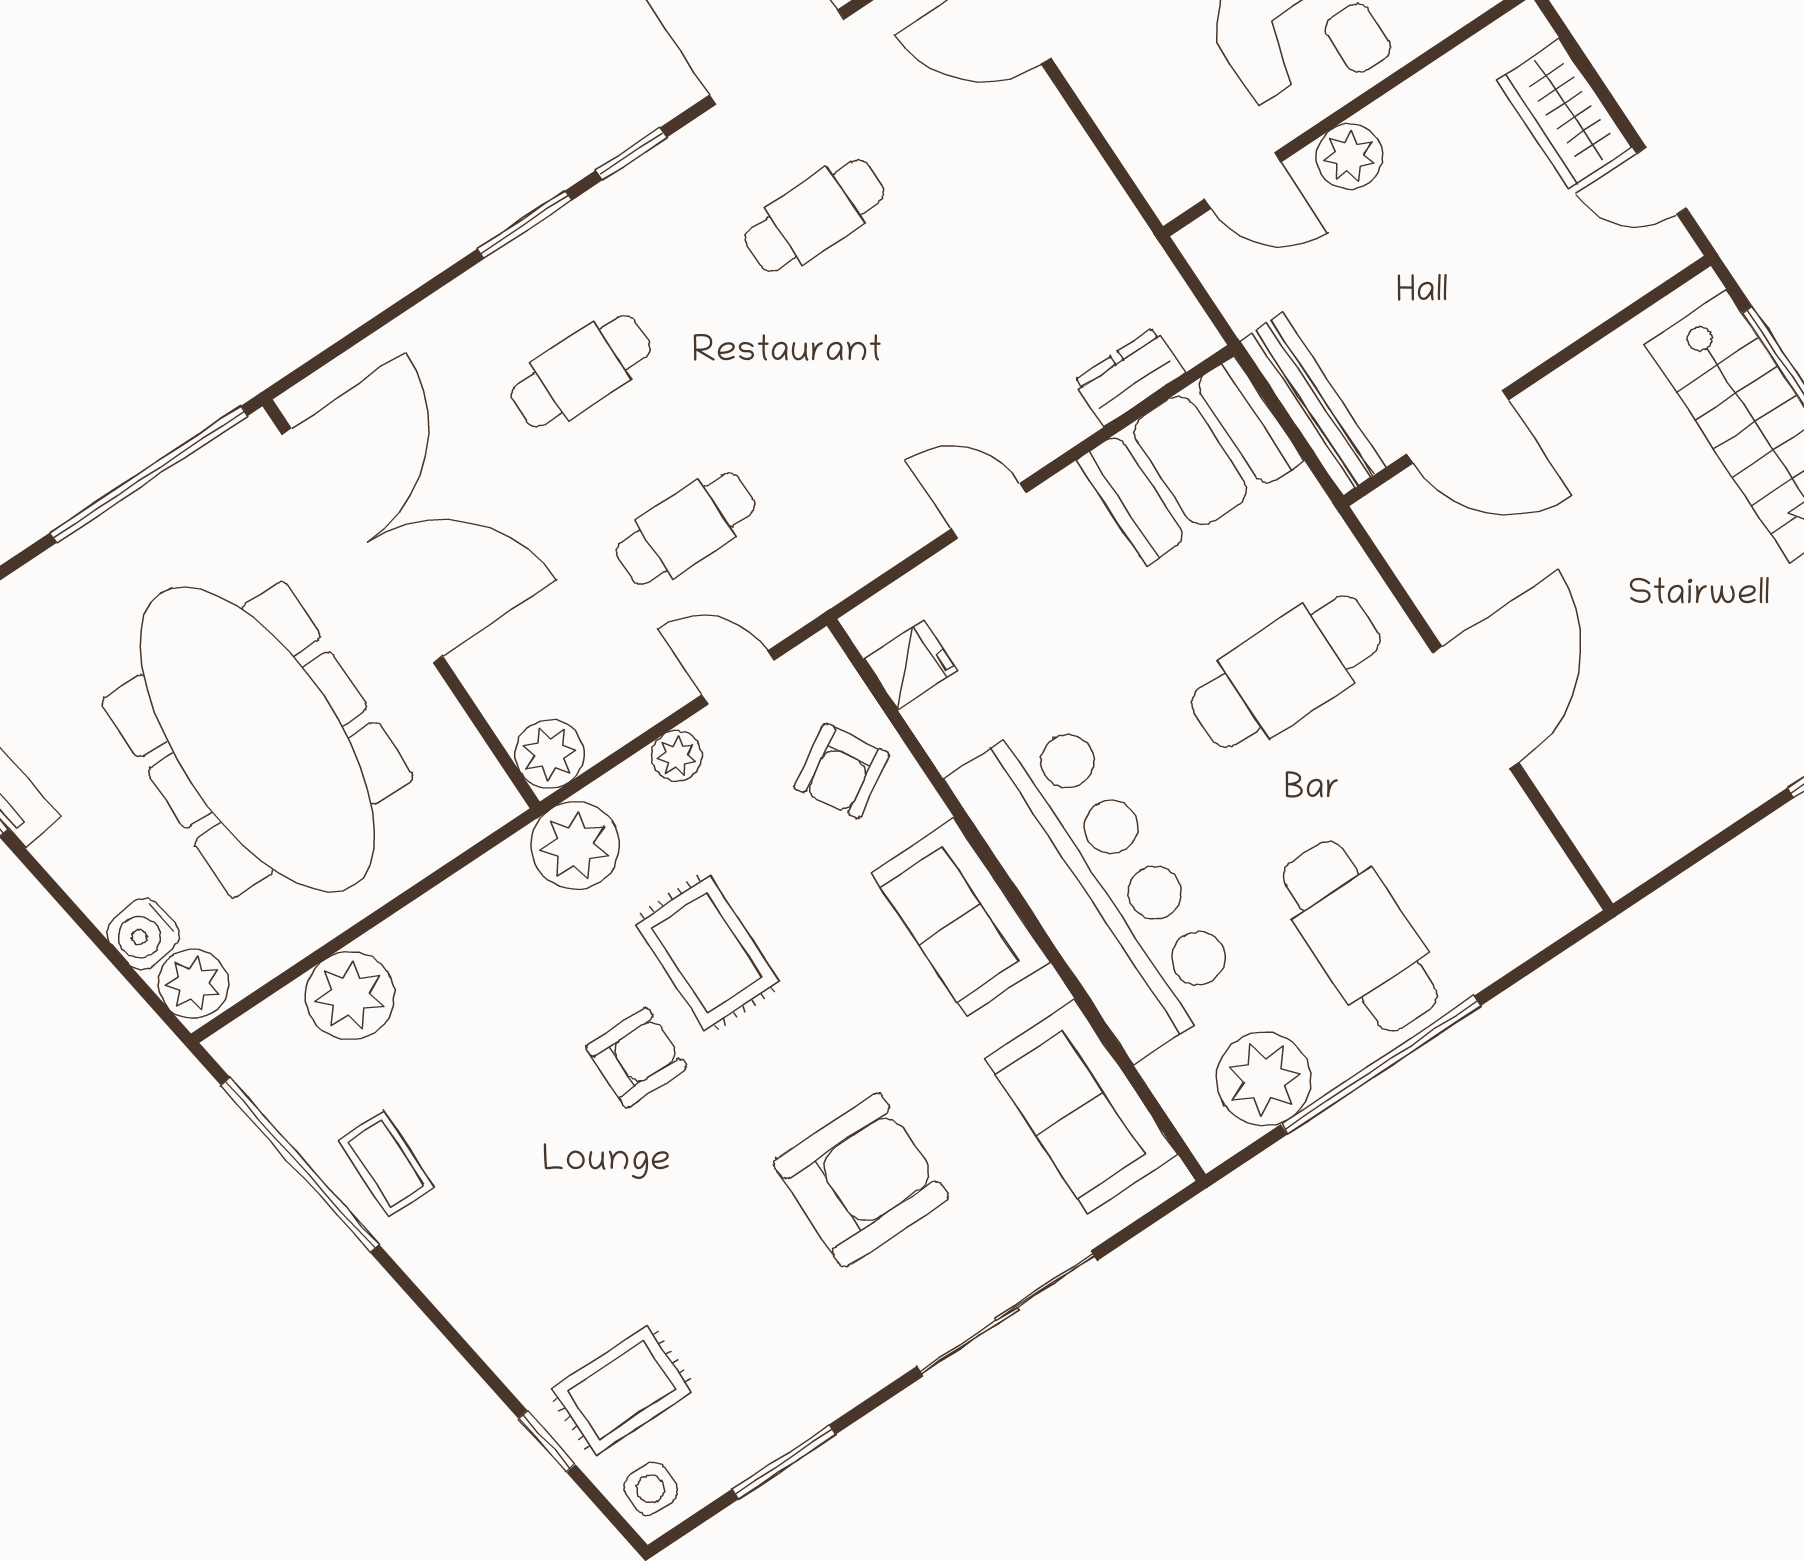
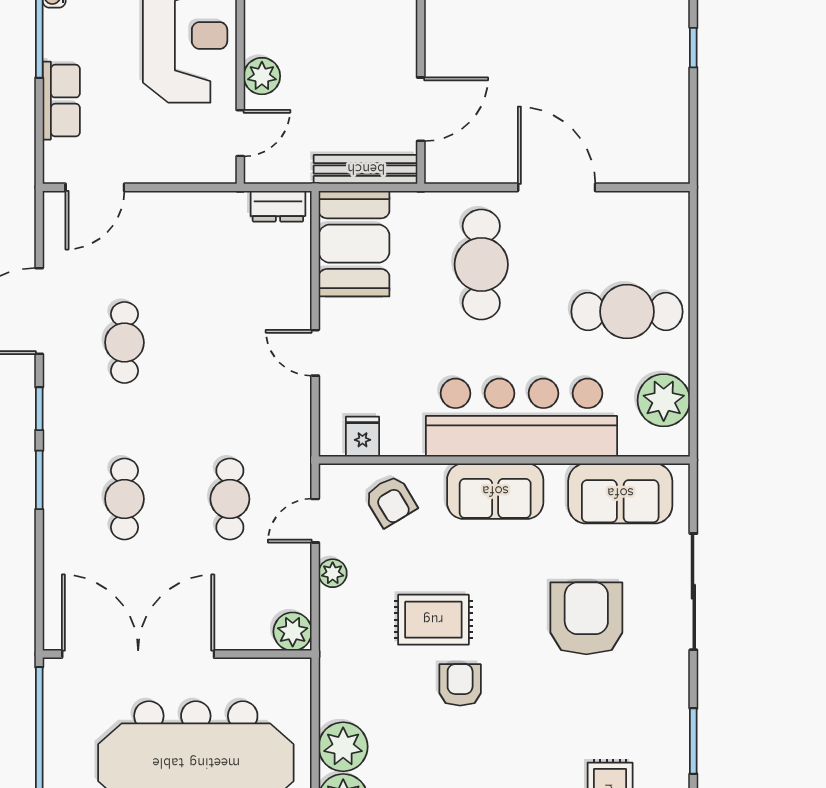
dresser: (1129, 377) -> (278, 206), moved, turned -90
door: (989, 511) -> (315, 353), hinge flipped
plant: (575, 846) -> (343, 747), moved
window: (1381, 1065) -> (693, 342), removed

